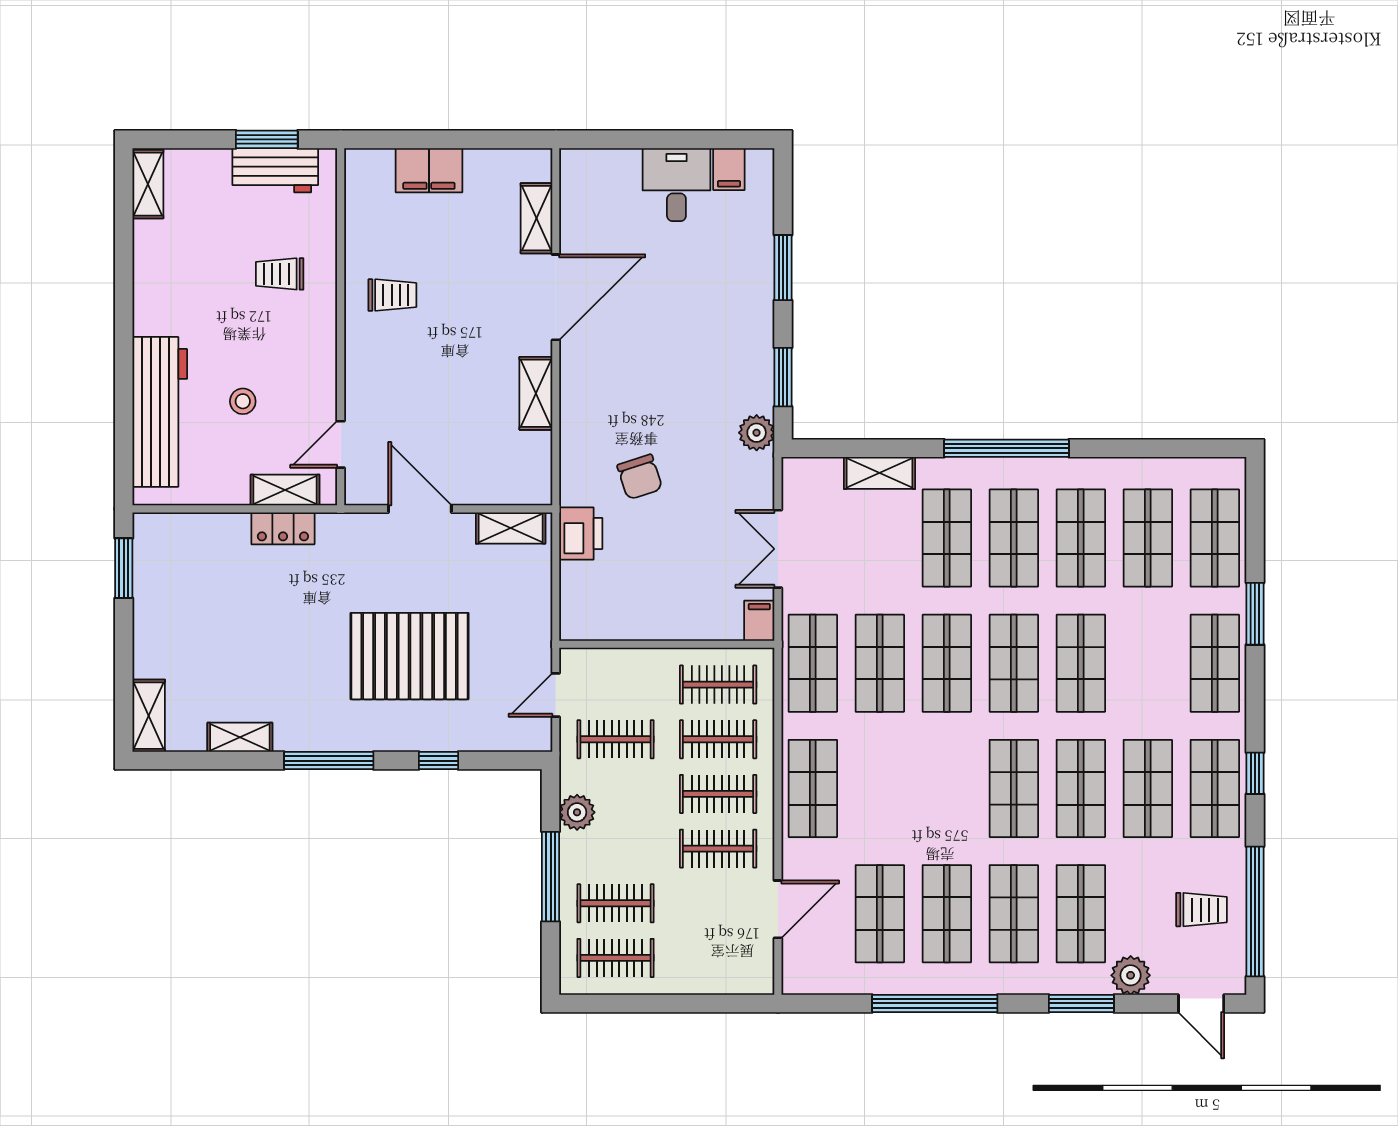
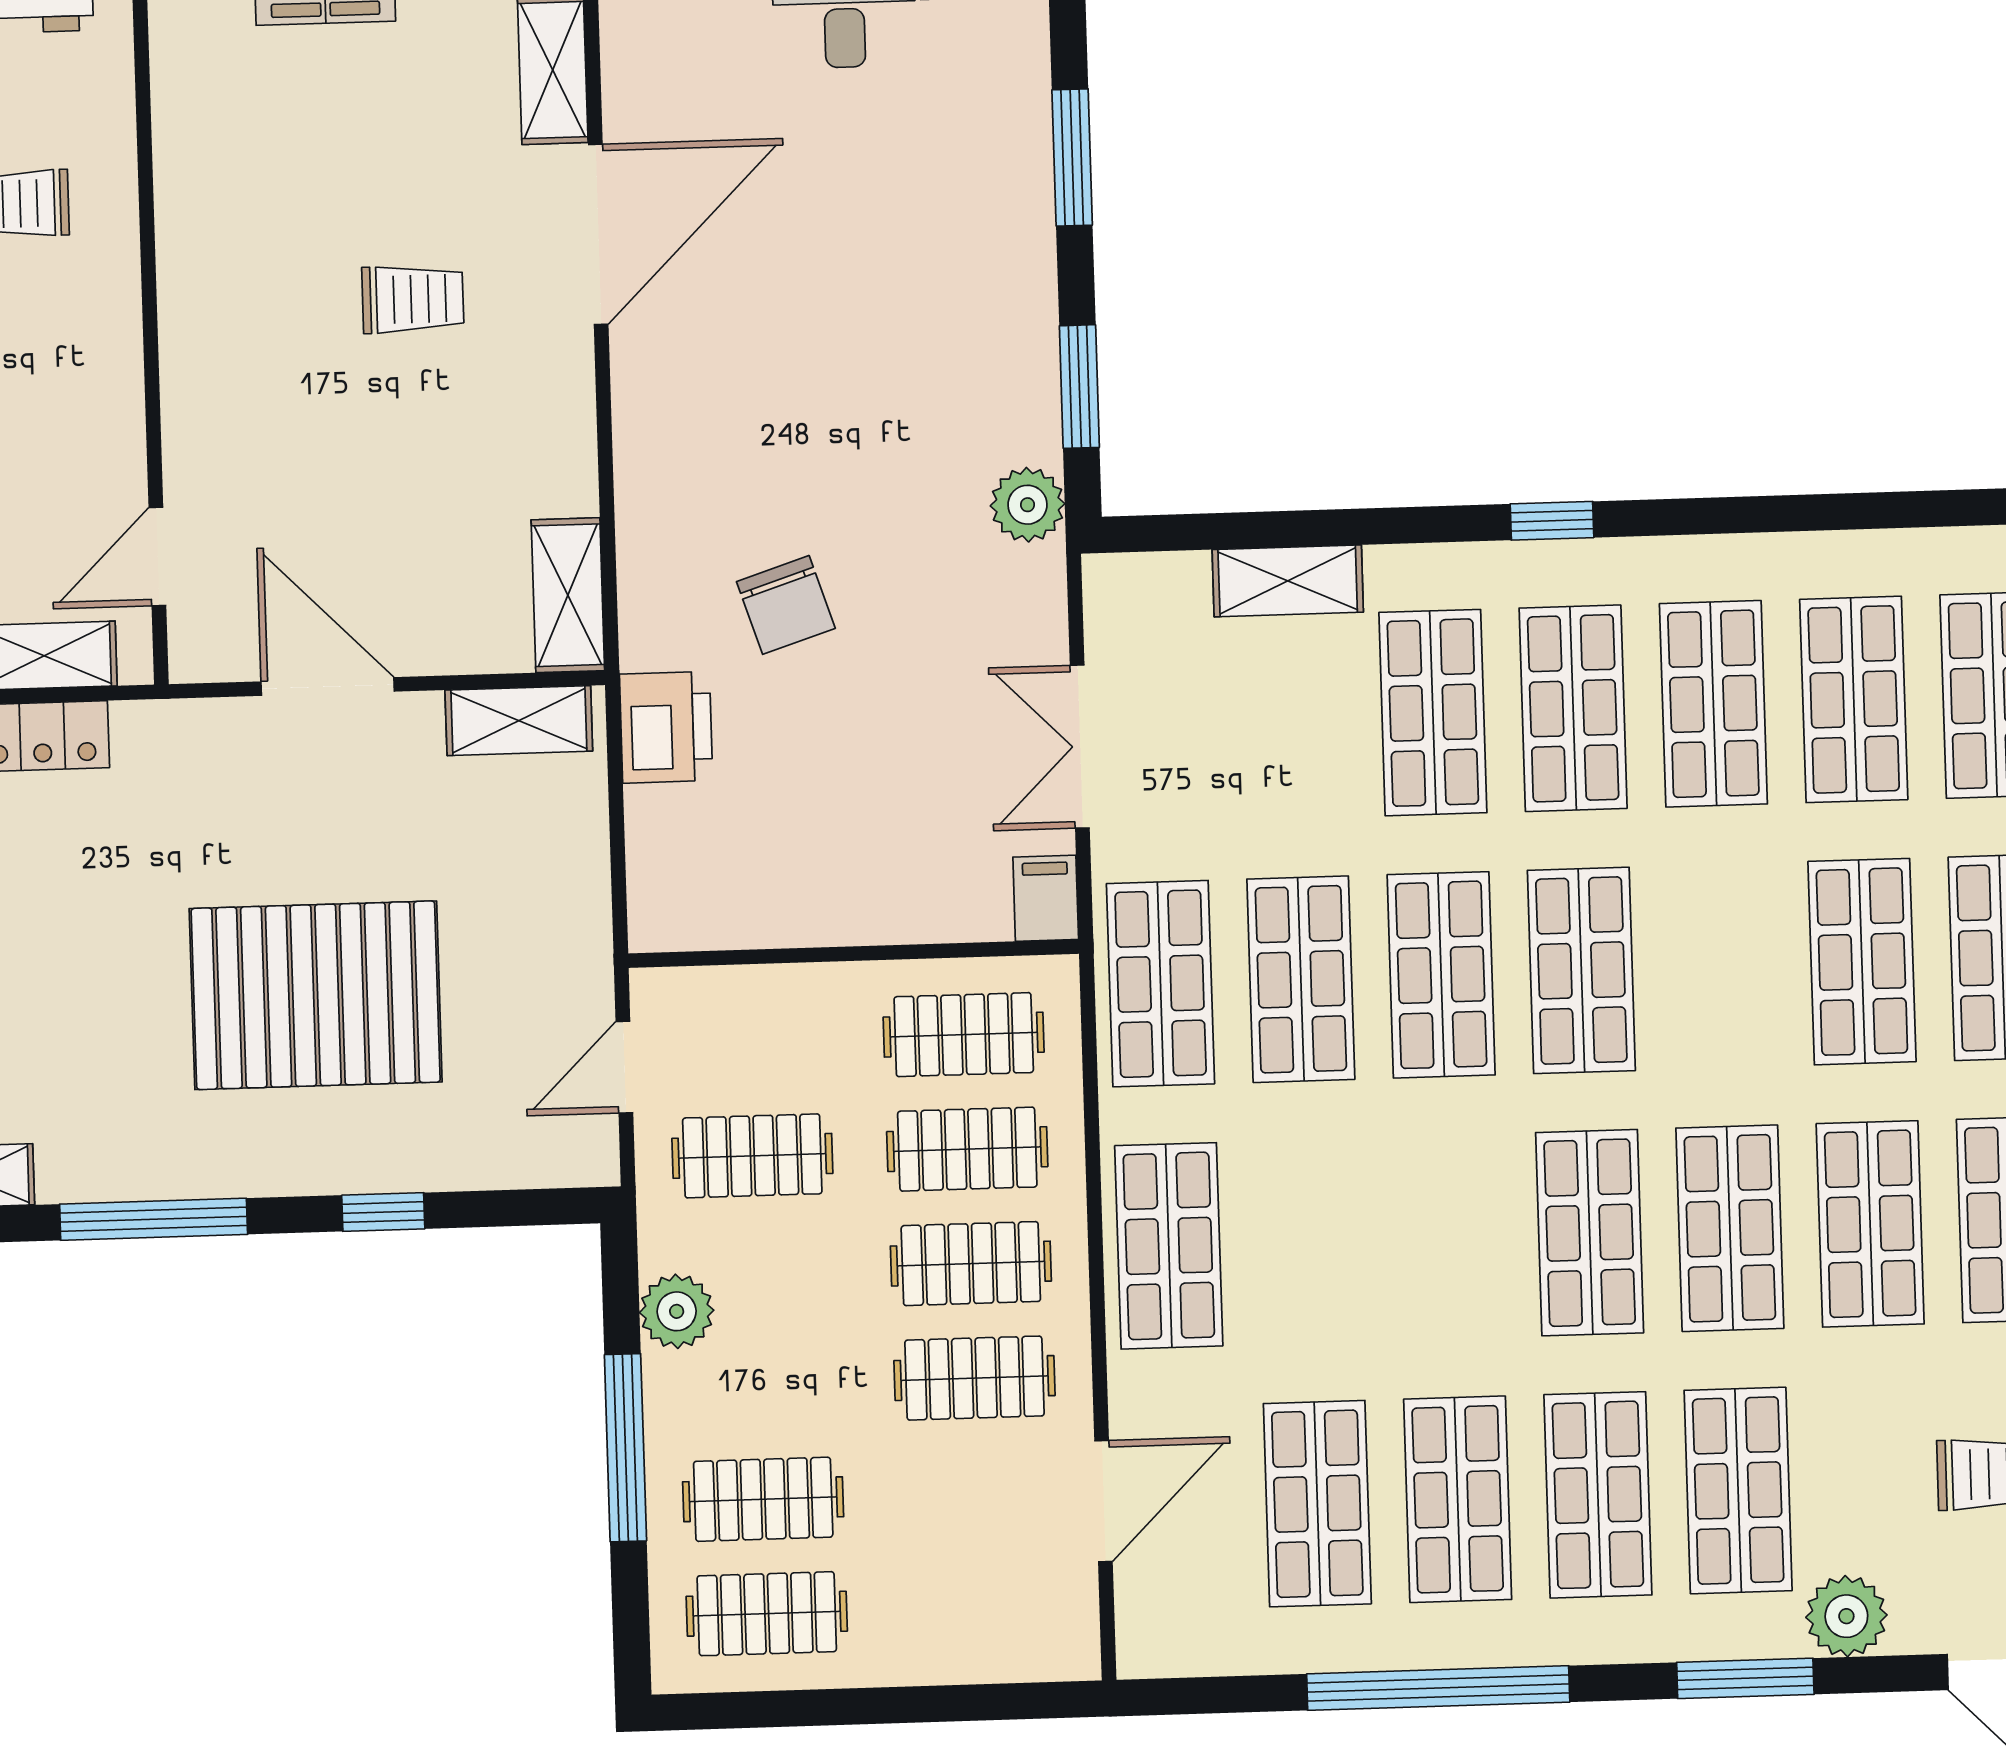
trolley: (392, 295) -> (413, 299), moved
shelving: (536, 393) -> (568, 595), moved
window: (1007, 448) -> (1552, 521), width x0.32
shop shelf: (1081, 663) -> (1862, 962), moved

